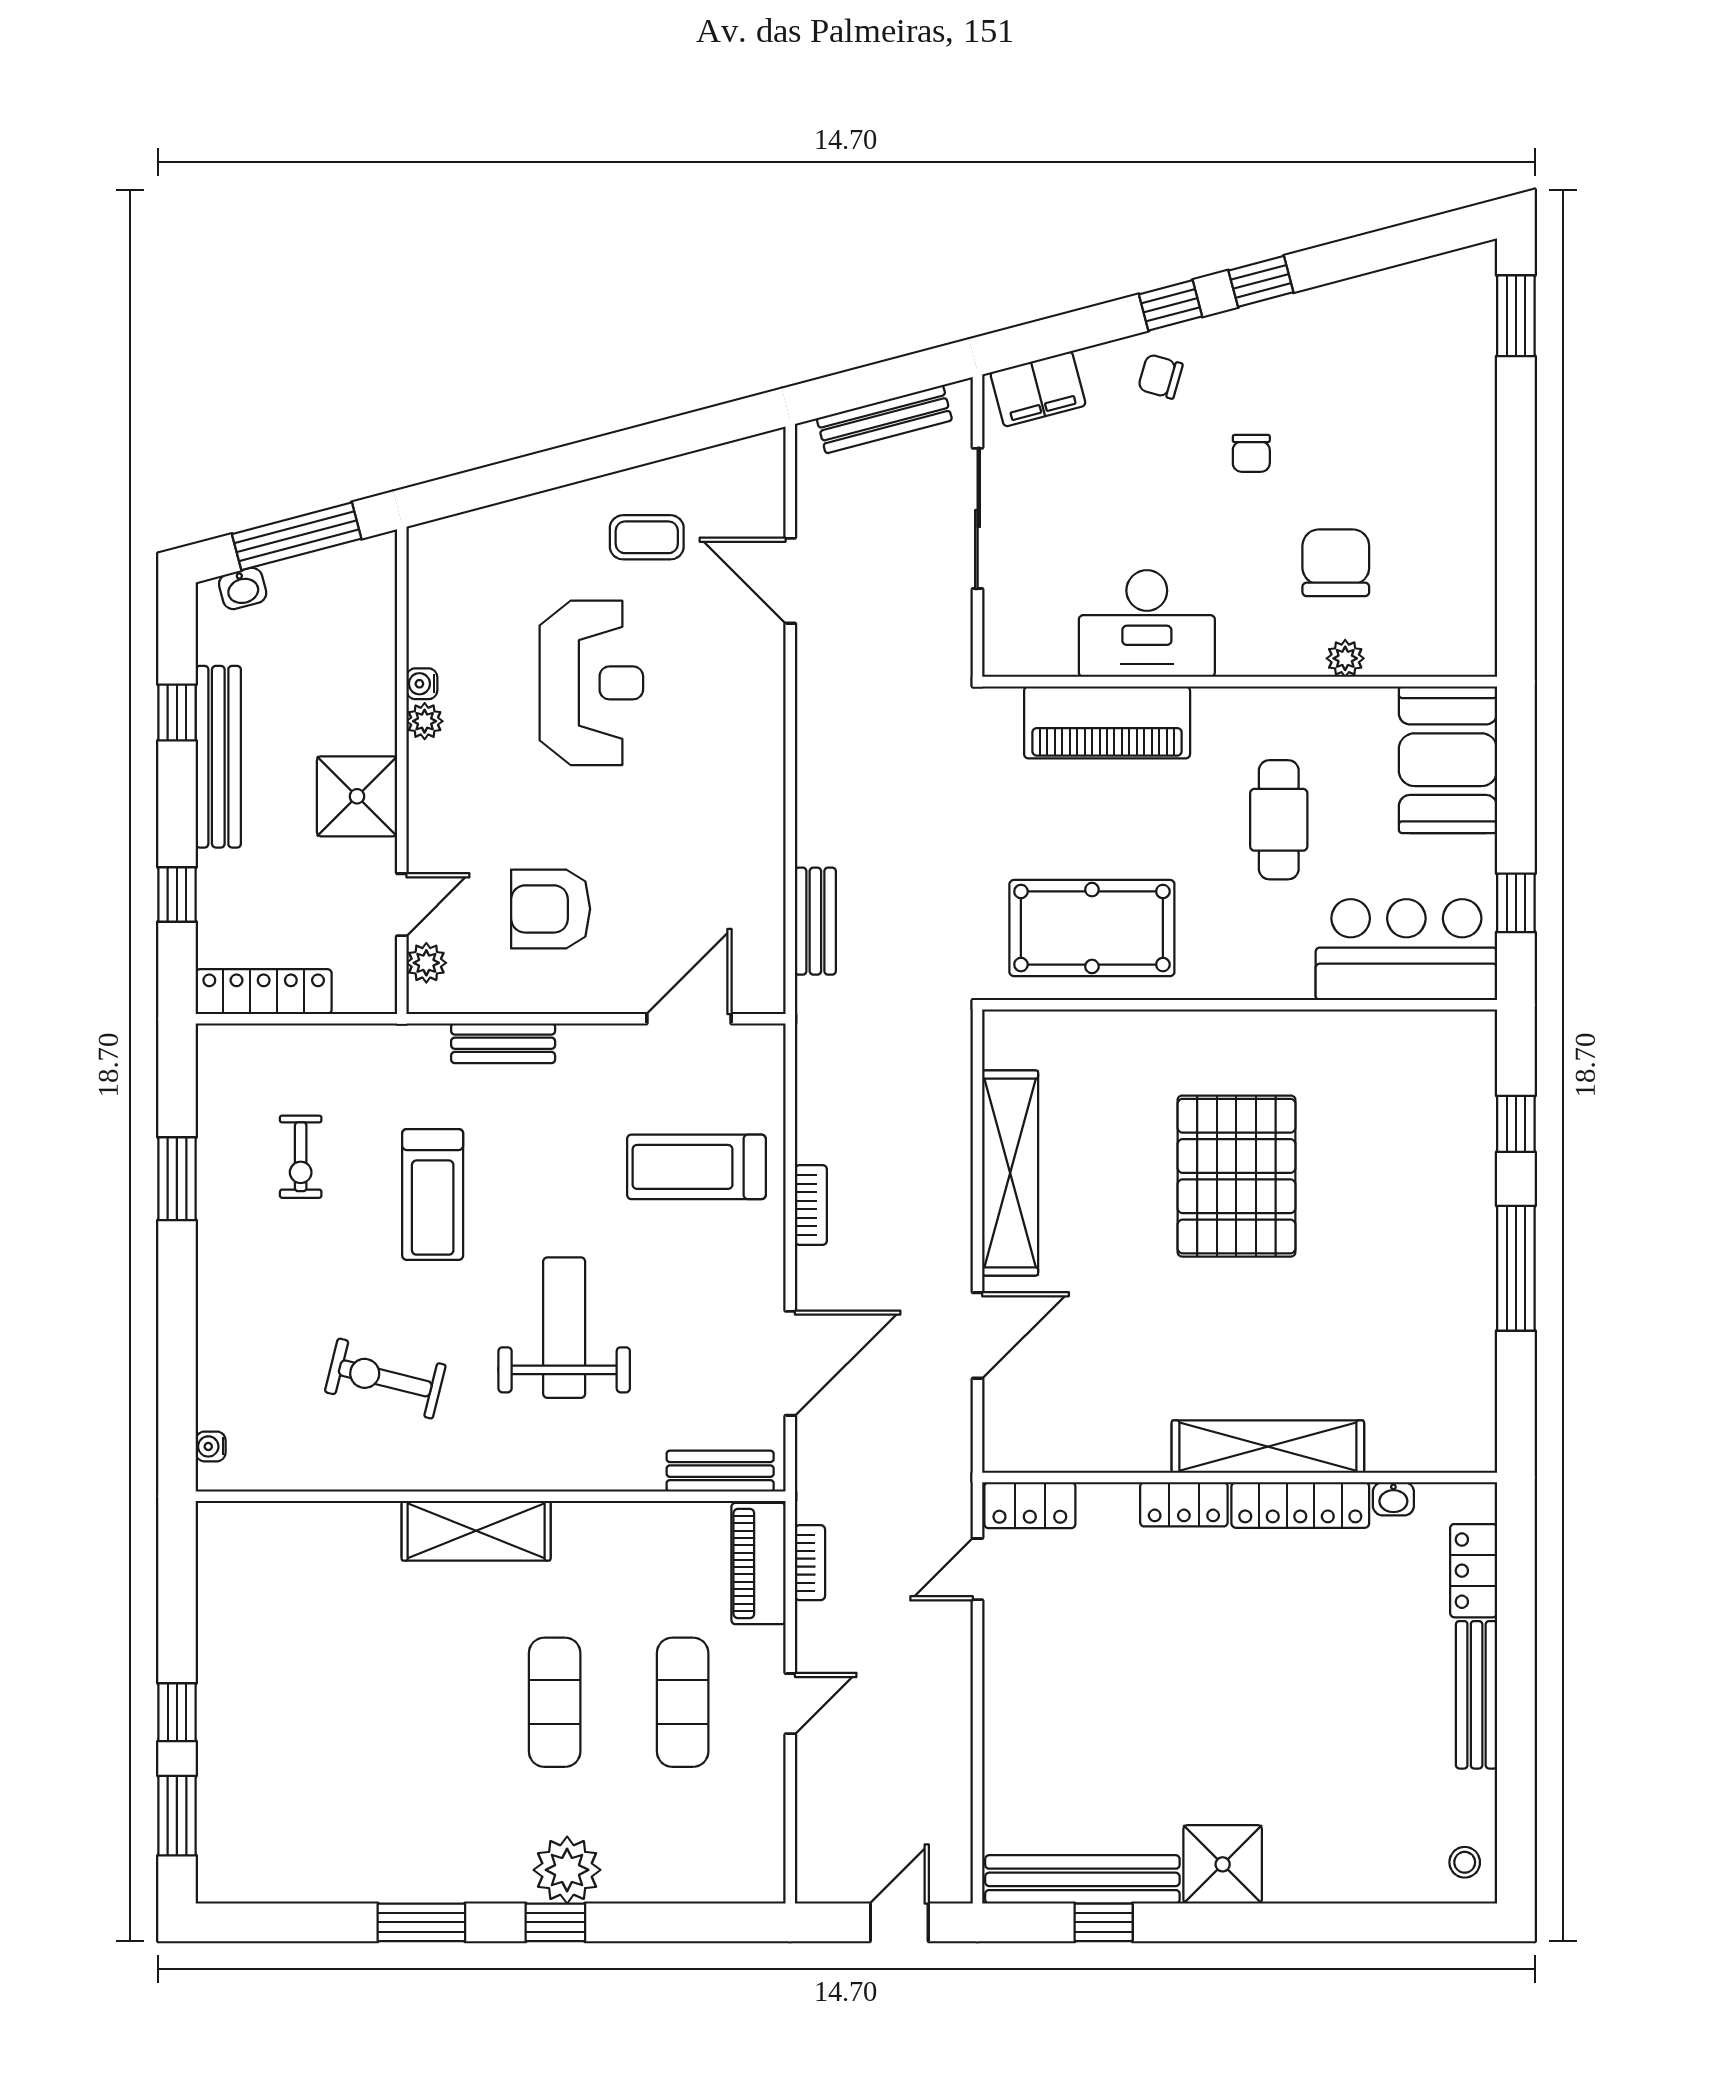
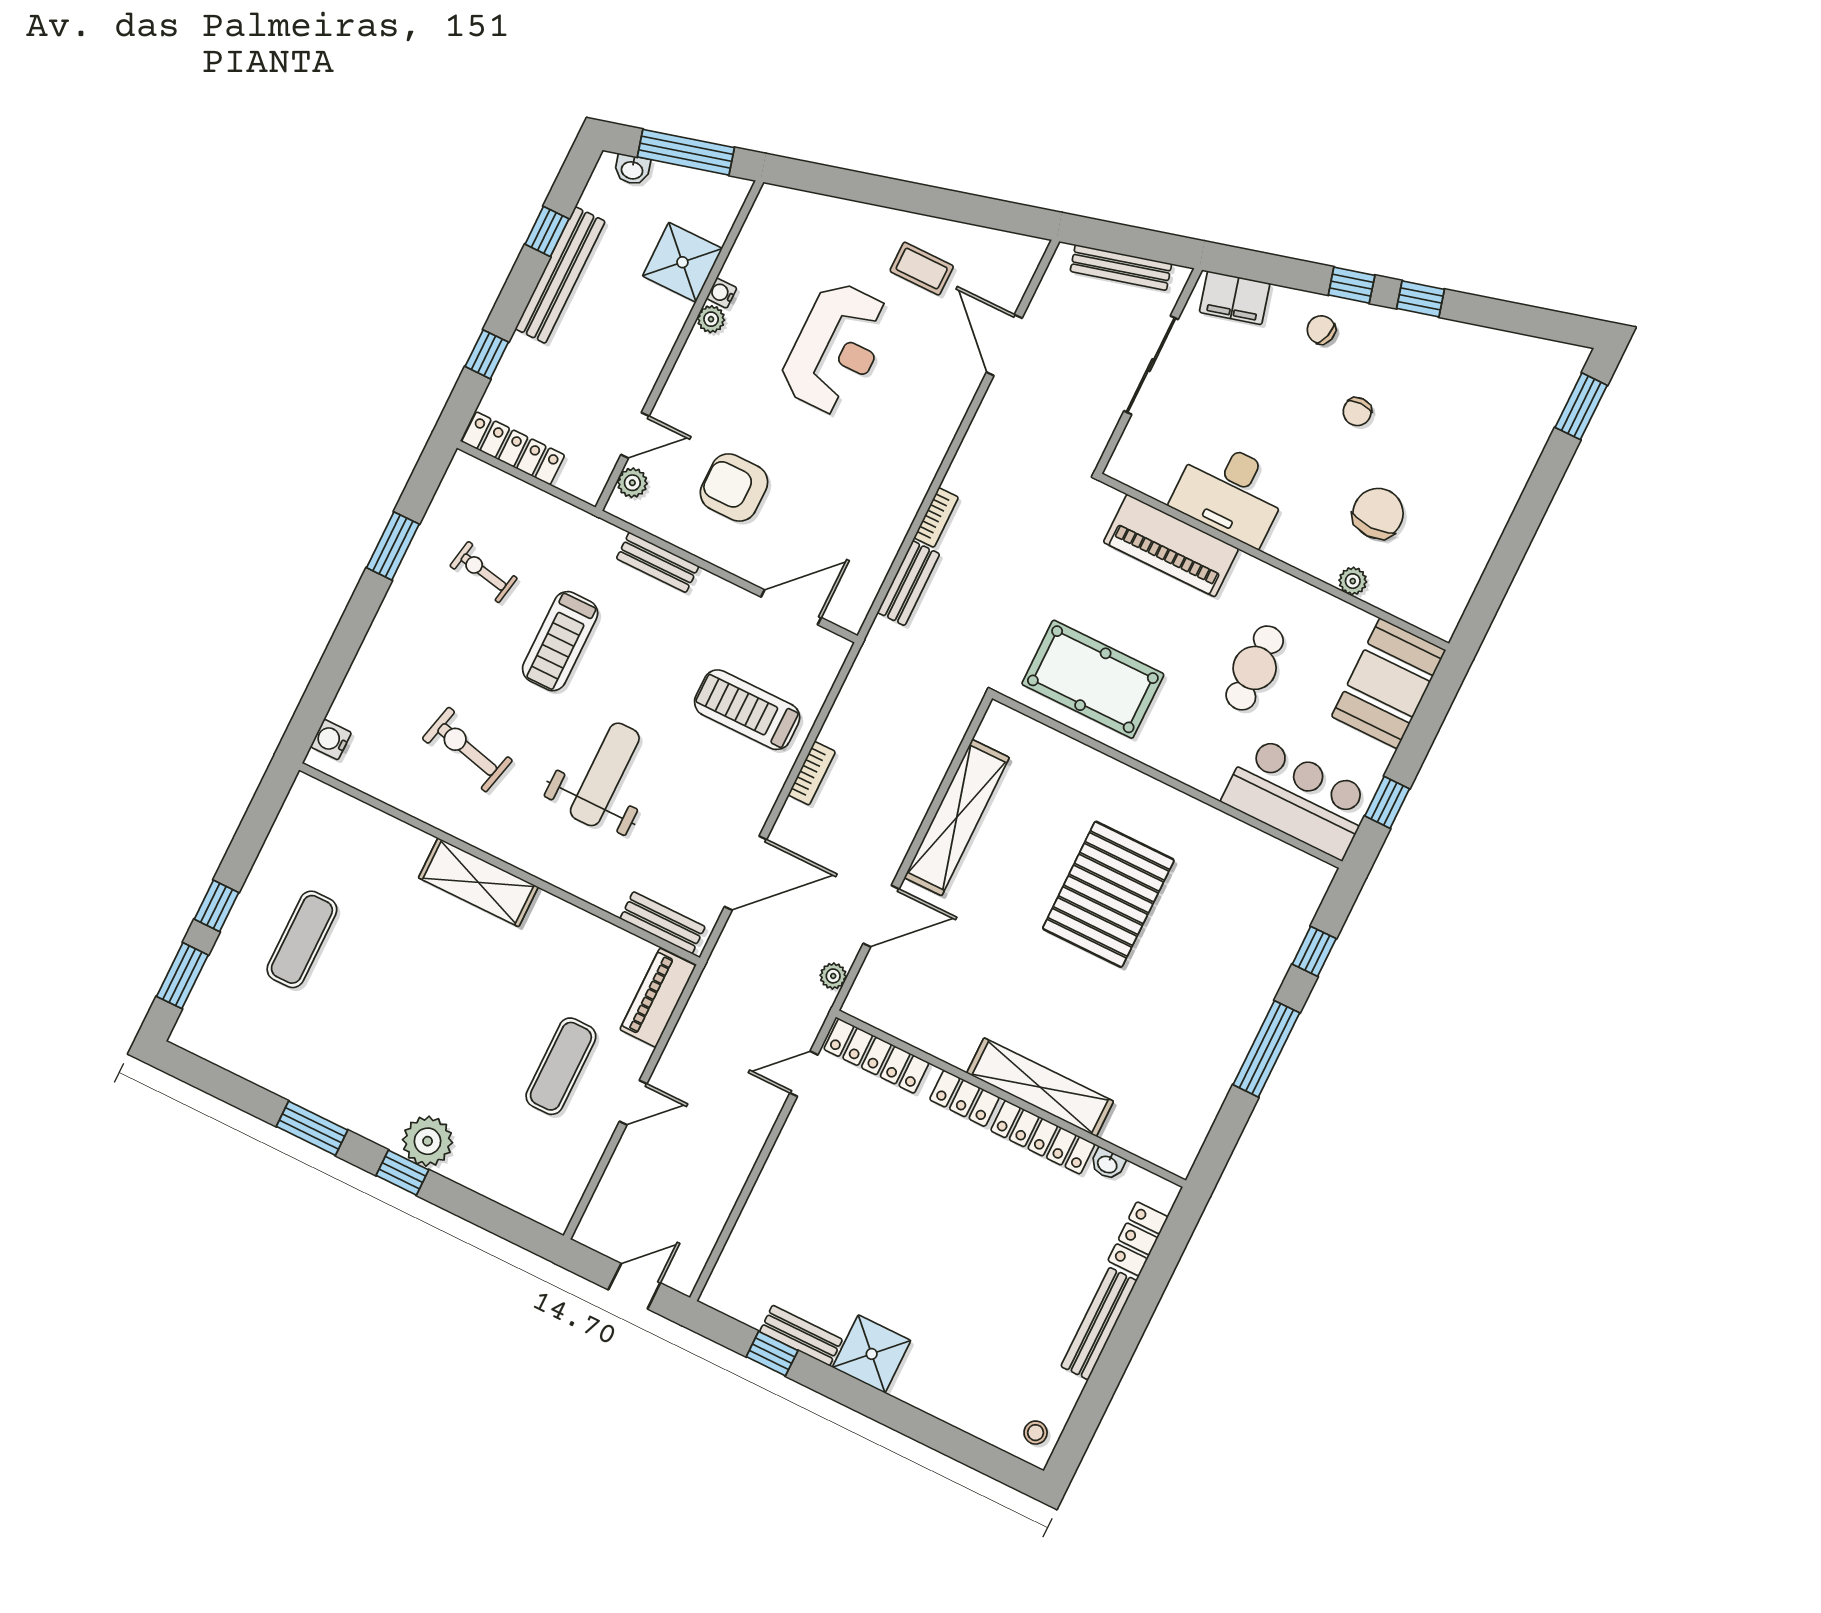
shower: (357, 796) -> (682, 262), moved
exercise bike: (301, 1157) -> (483, 572), turned 101
plant: (955, 1435) -> (833, 976), added
water cooler: (211, 1446) -> (331, 740), width x1.38, depth x1.38
locker: (1030, 1505) -> (876, 1056), width x1.53
bookcase: (810, 1563) -> (936, 517), moved
exercise mat: (555, 1702) -> (302, 939), moved
bench: (1082, 1879) -> (801, 1336), width x0.54, depth x0.82

